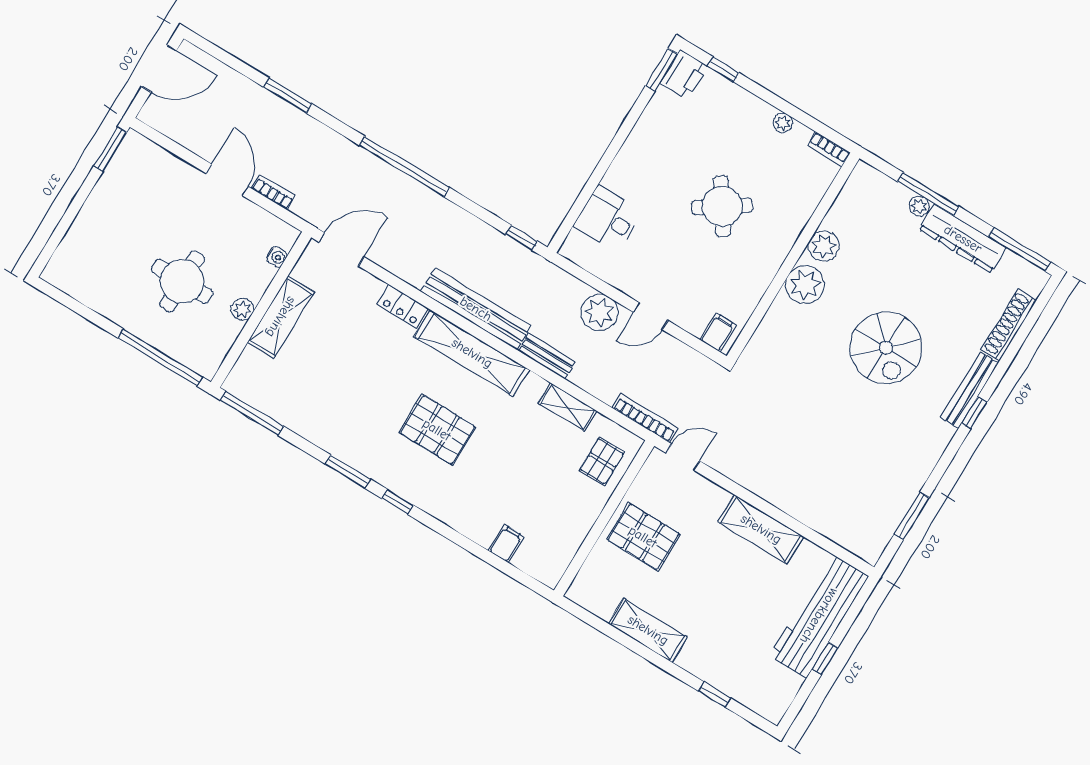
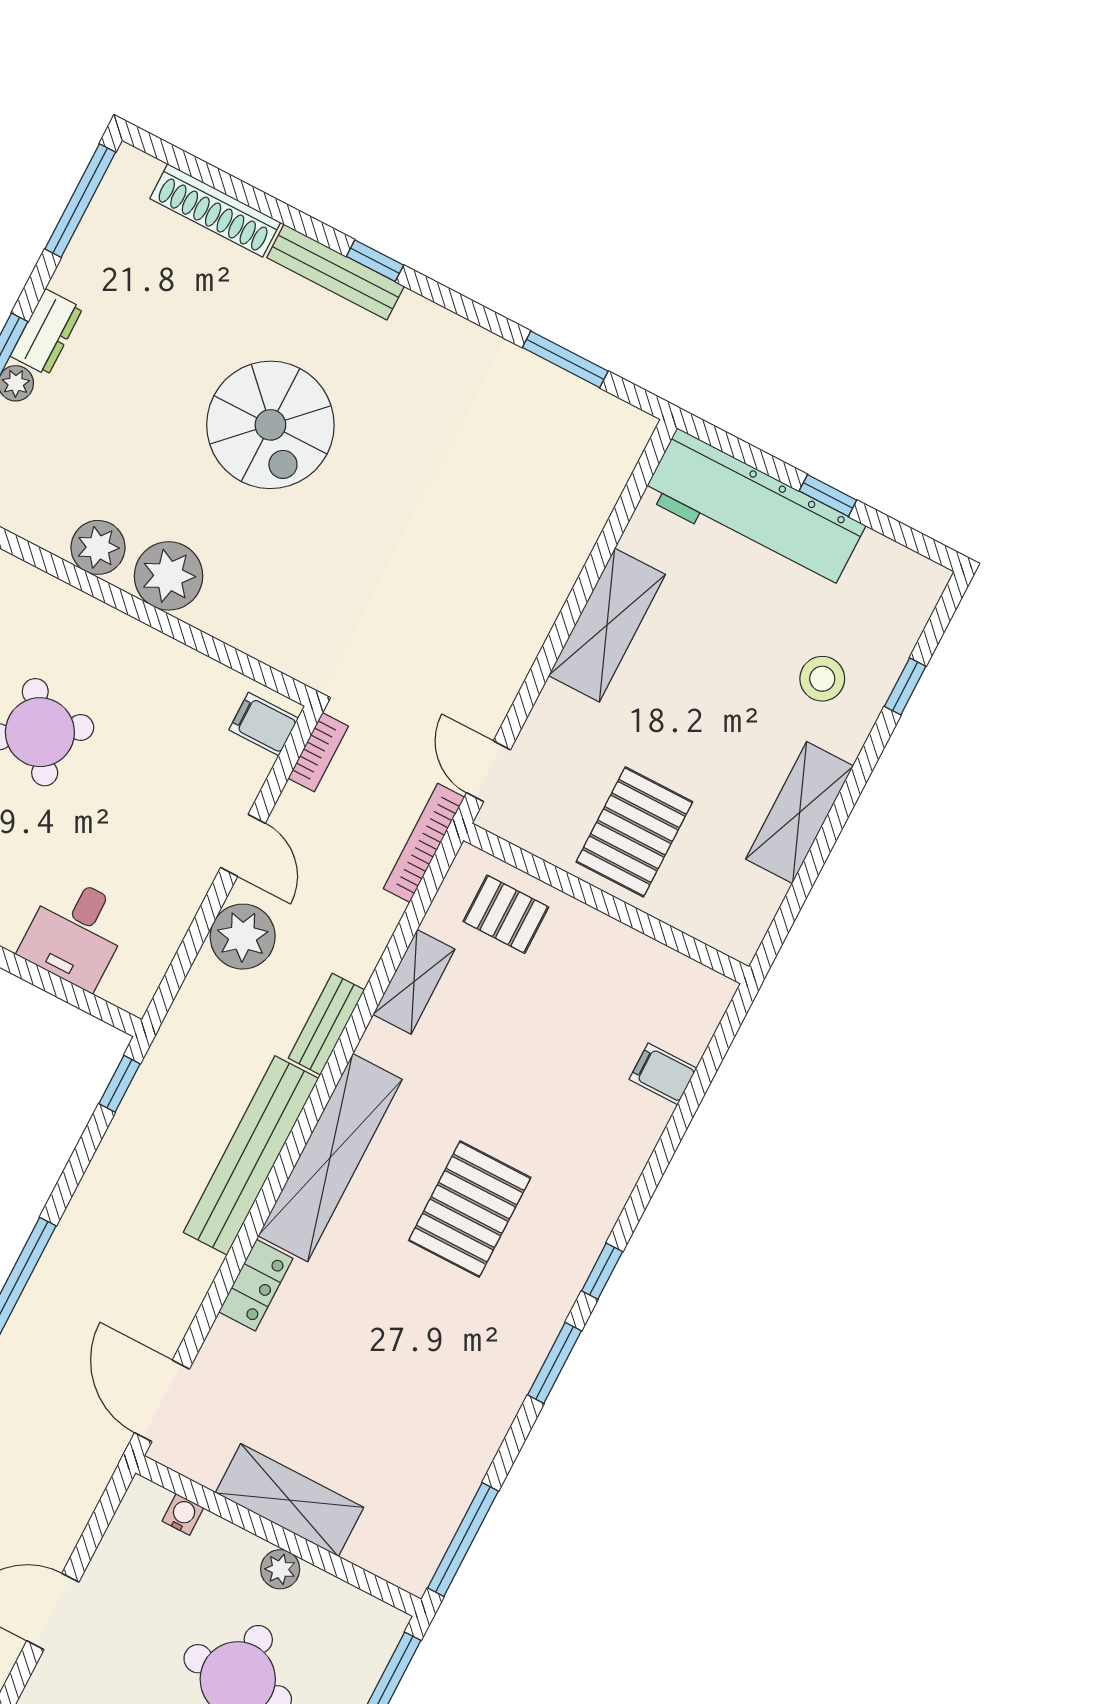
bookcase: (273, 192) -> (318, 752), moved, turned 180
dresser: (963, 239) -> (47, 332), width x0.51, depth x0.80
spiral stairs: (886, 348) -> (270, 425), turned 90
stool: (722, 648) -> (822, 679), added

